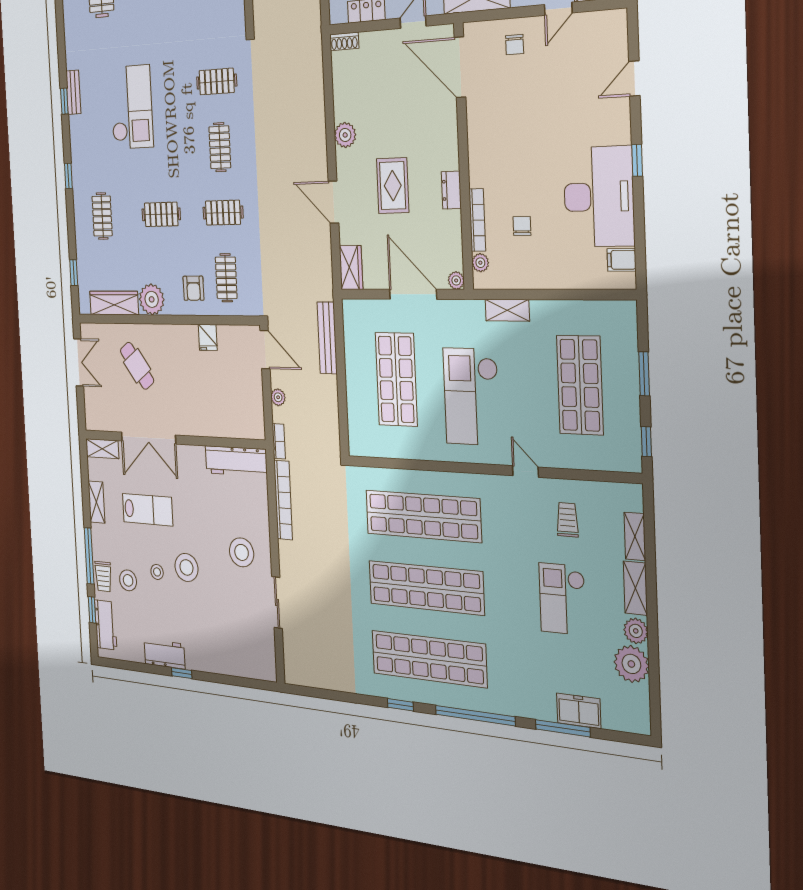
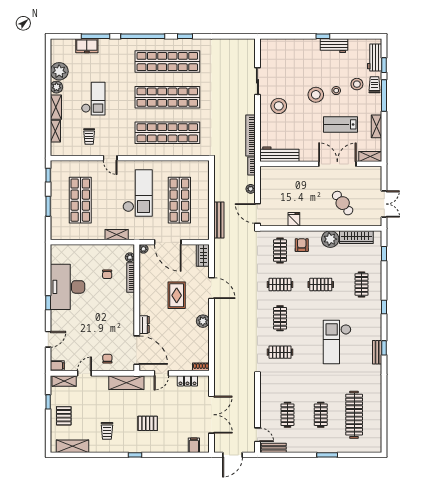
dresser: (451, 190) -> (144, 325), moved
filing cabinet: (622, 260) -> (57, 366), moved
double door: (79, 362) -> (384, 204), swing flipped

